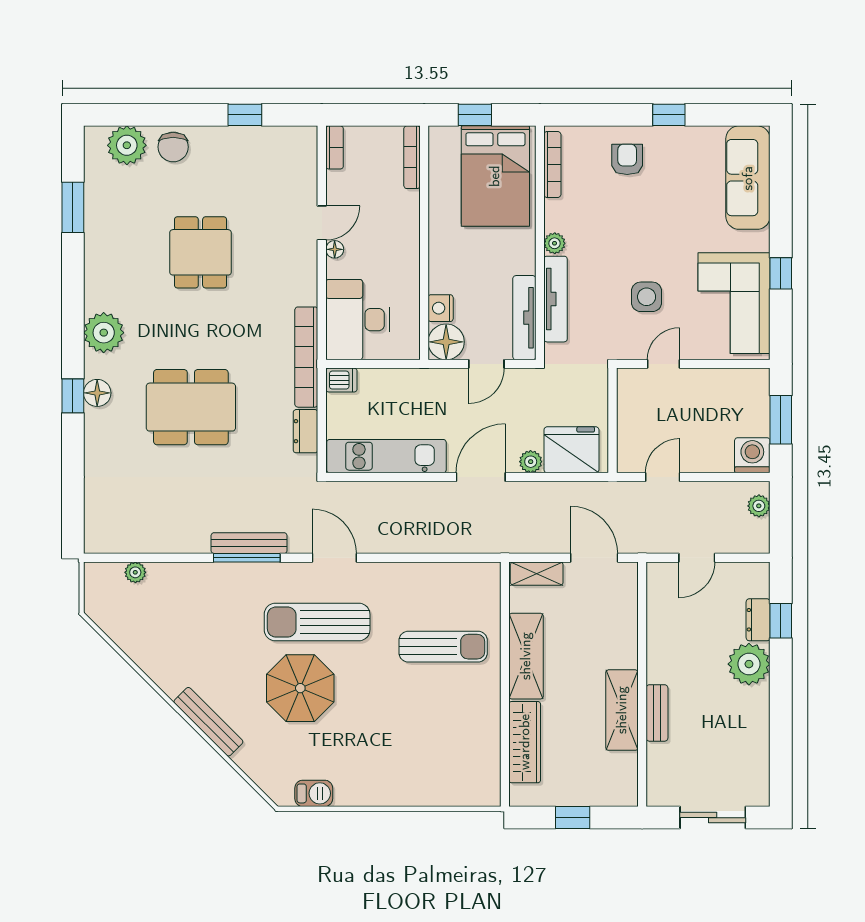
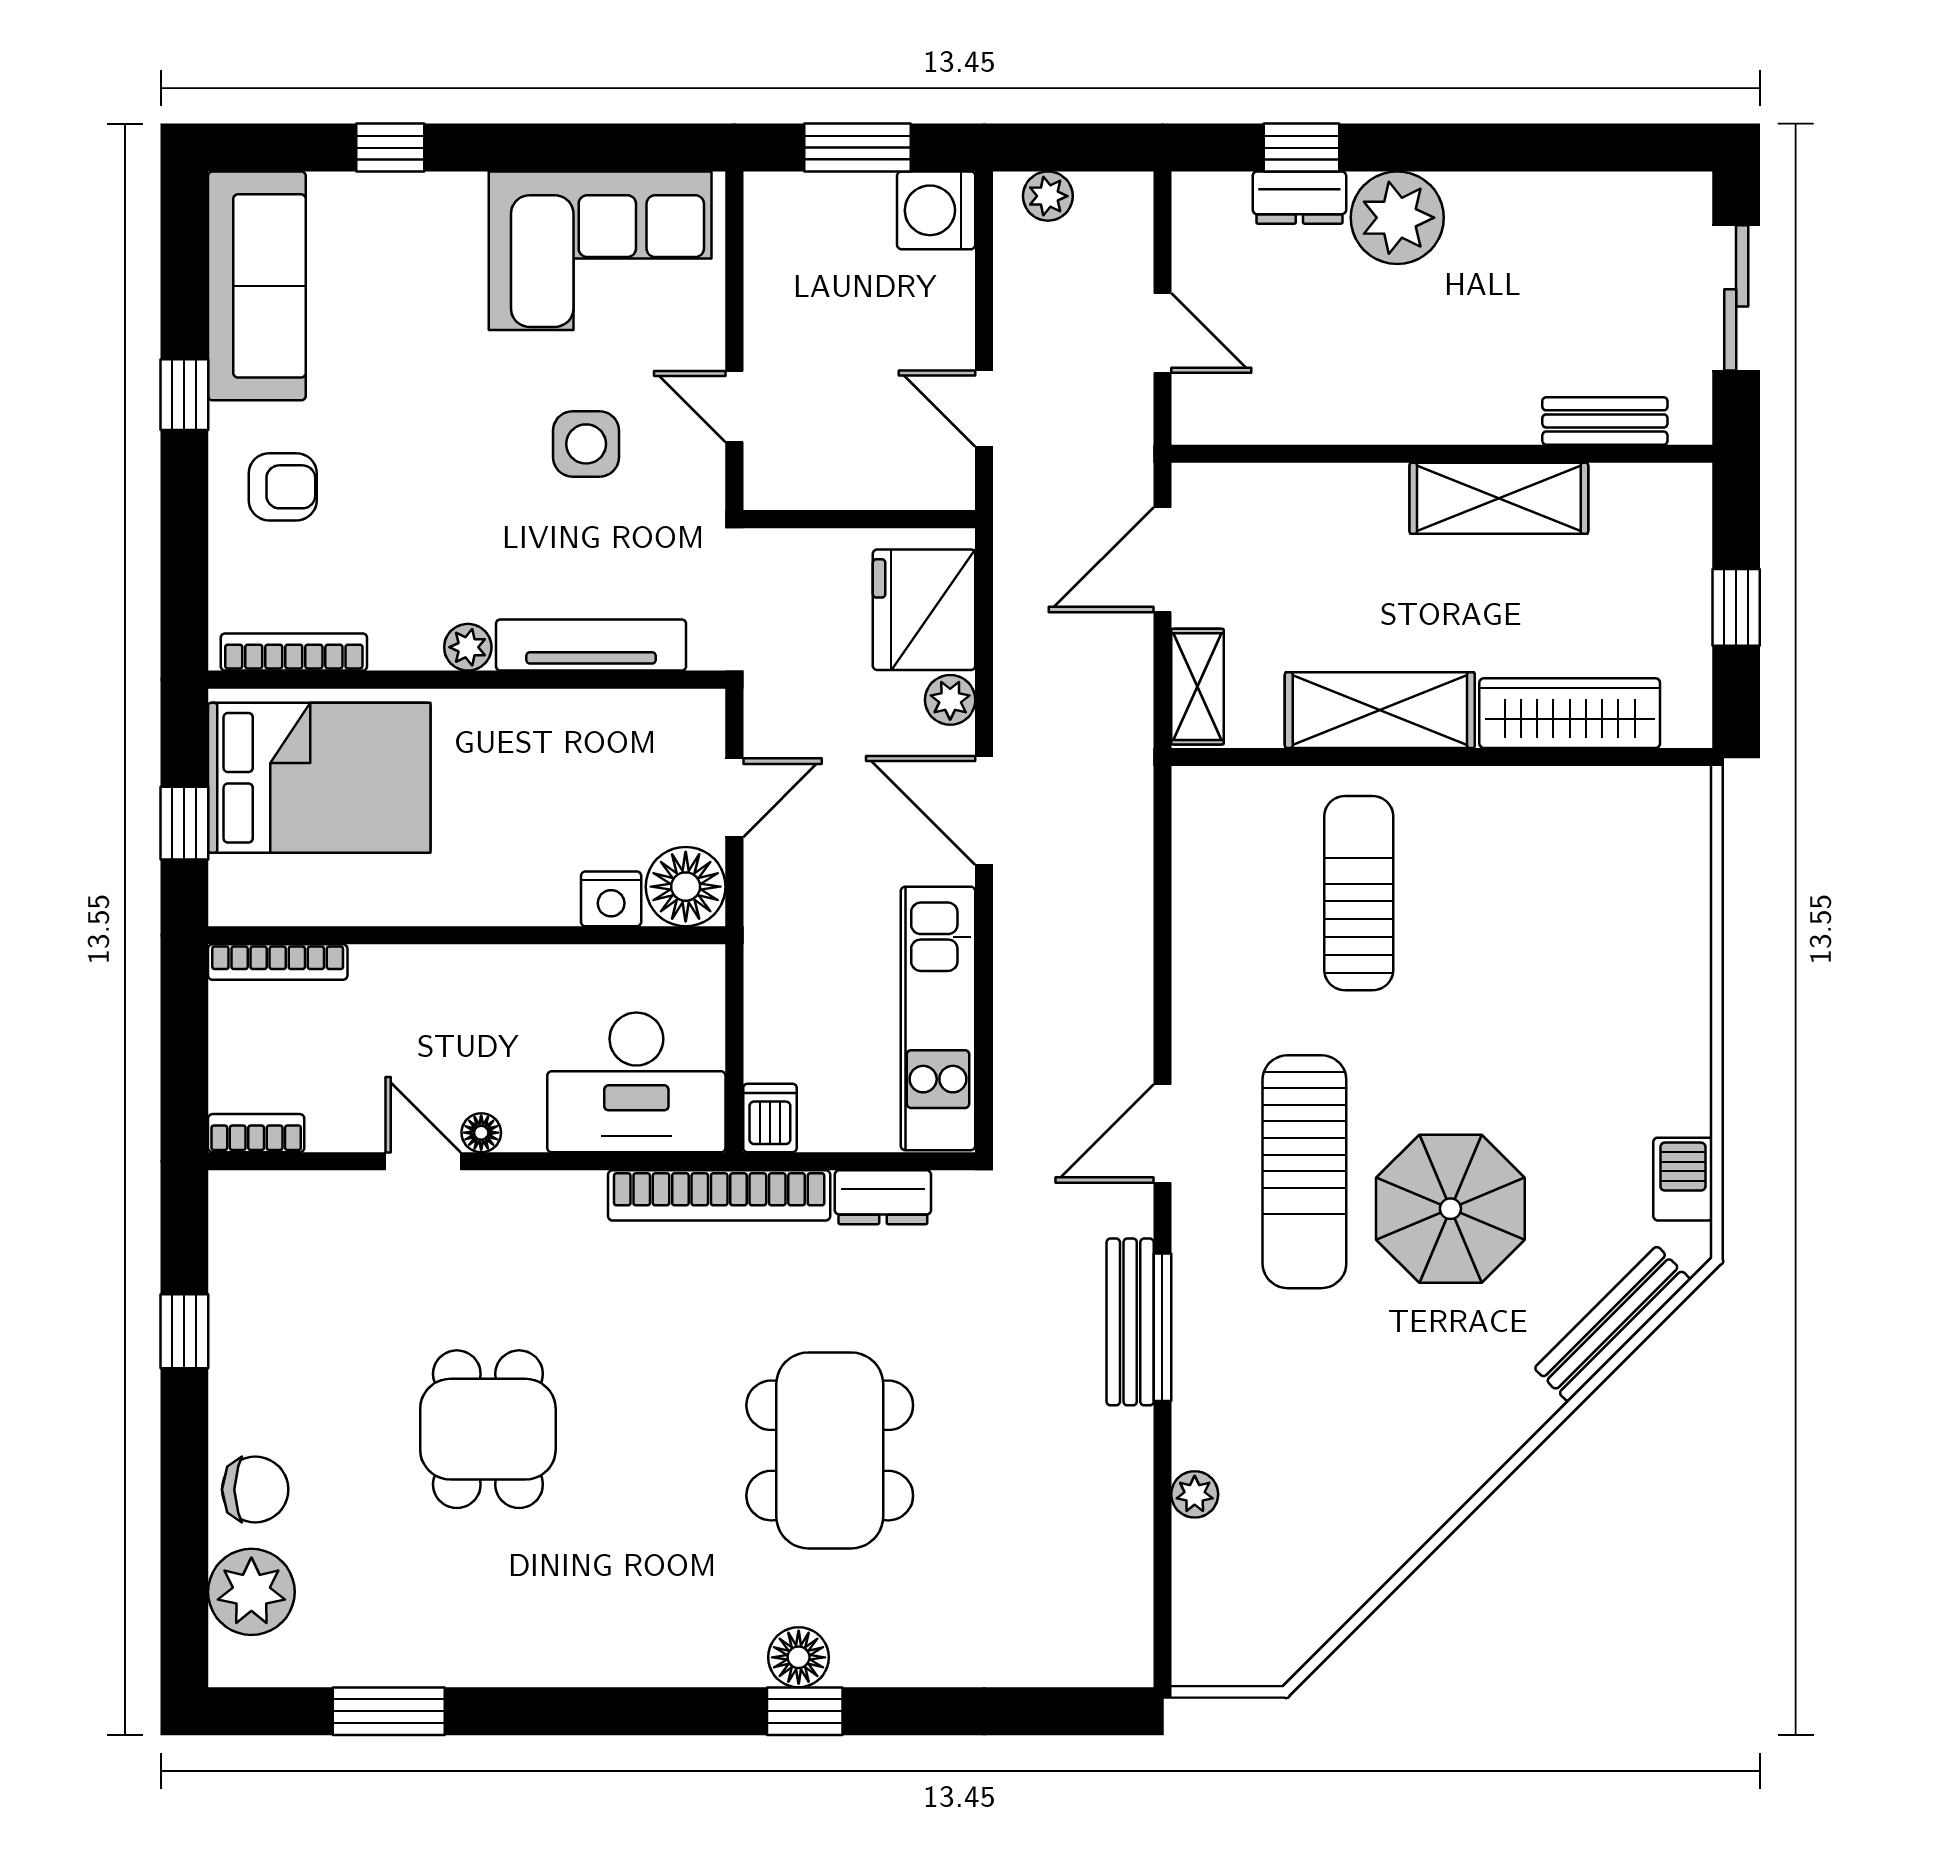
armchair: (627, 159) -> (283, 487), turned 180
sofa: (748, 178) -> (257, 286), moved, turned -90
dining table: (200, 252) -> (488, 1429), turned 90
window: (781, 273) -> (390, 148), moved
tv unit: (524, 318) -> (632, 714), removed
plant: (104, 333) -> (665, 1643), removed
door: (486, 364) -> (734, 798), hinge flipped
plant: (135, 572) -> (1195, 1494), moved
bench: (657, 713) -> (1605, 421), moved
bench: (208, 722) -> (1612, 1324), moved

